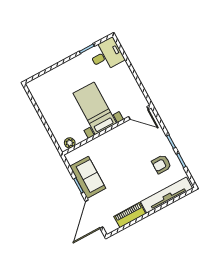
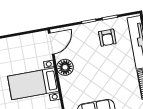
floor lamp: (120, 133) -> (65, 67), added

